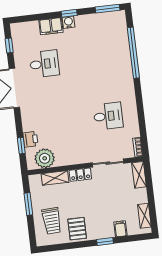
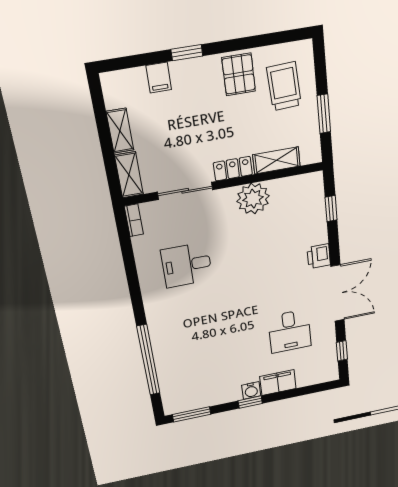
desk: (44, 64) -> (290, 331), turned -90
printer: (30, 139) -> (319, 256), moved
plant: (45, 158) -> (253, 199), moved
shelving: (144, 216) -> (120, 131), moved

